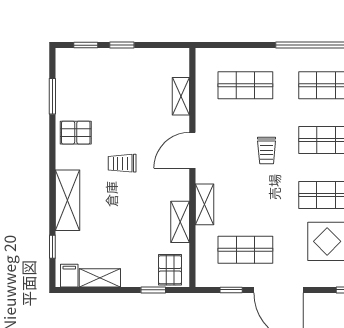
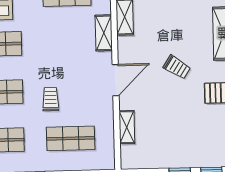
trolley: (267, 150) -> (51, 99), moved
trolley: (122, 163) -> (177, 67), turned 33

